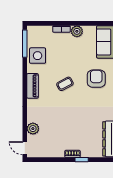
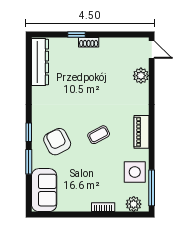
plant: (77, 31) -> (134, 204), moved
armchair: (96, 79) -> (57, 142), turned 153

